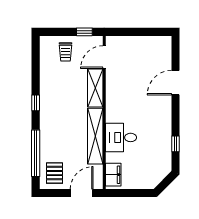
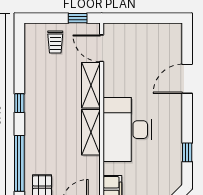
door: (104, 57) -> (102, 48), hinge flipped
shelving: (95, 136) -> (91, 132), width x0.68
desk: (121, 137) -> (127, 130), width x1.87, depth x1.30

